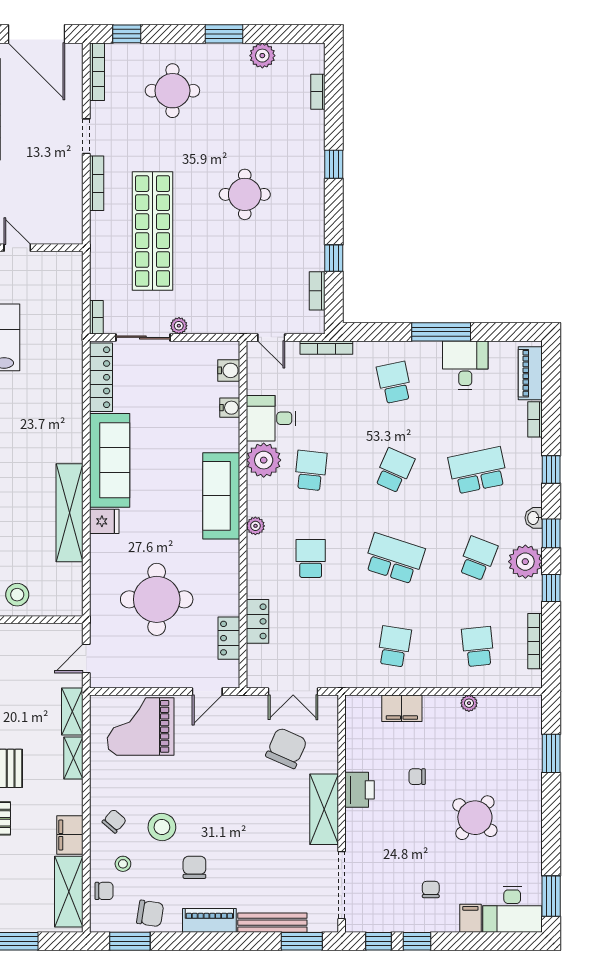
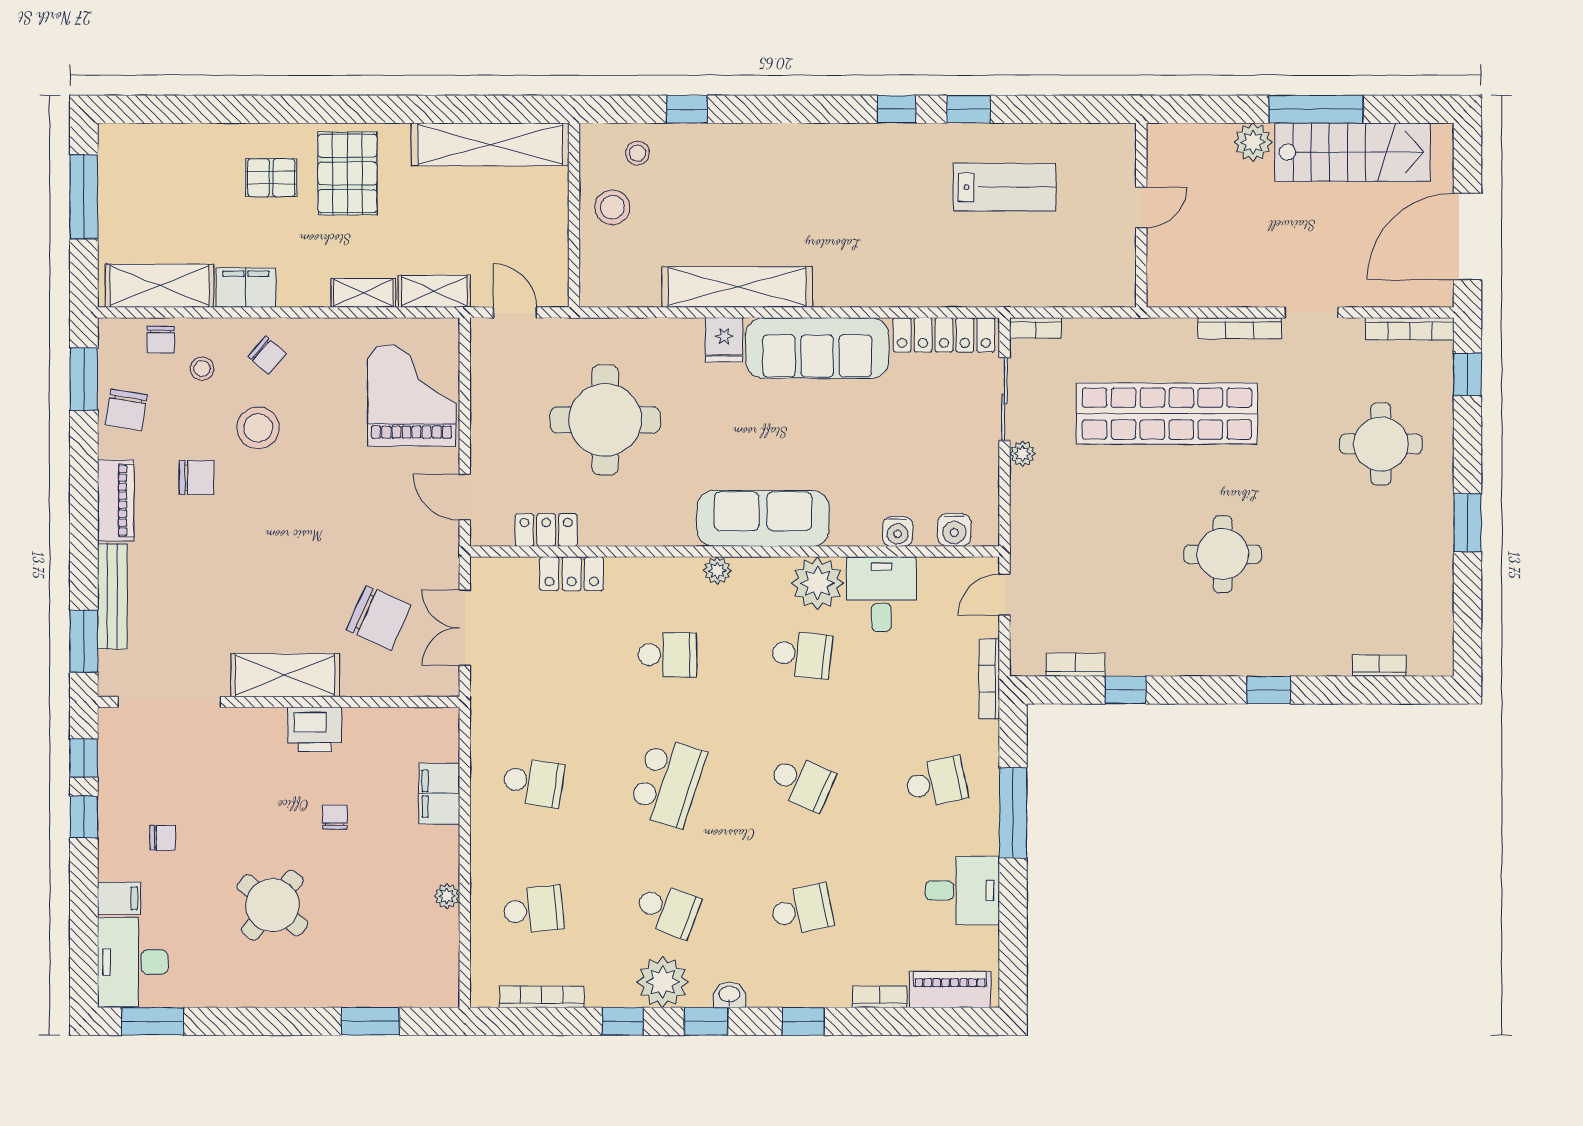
plant: (262, 56) -> (1434, 581), removed
window: (441, 332) -> (1013, 813), moved
school desk: (478, 470) -> (802, 910), width x0.54

